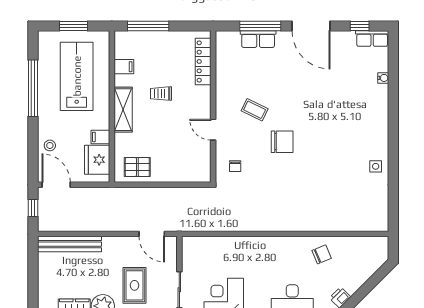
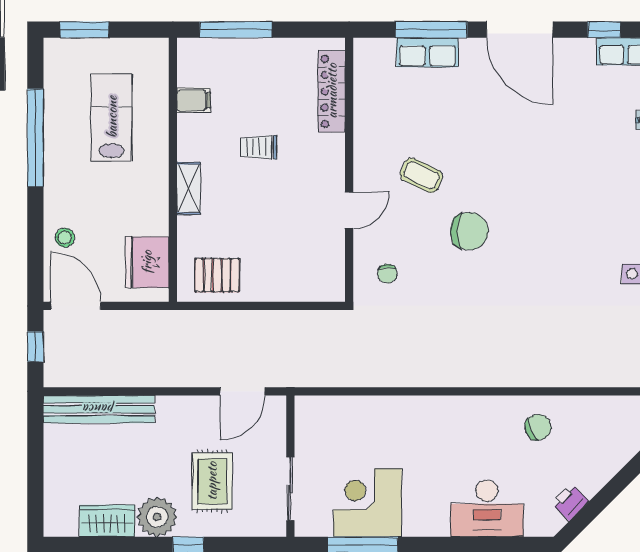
window: (73, 26) -> (85, 30), moved
lab bench: (77, 76) -> (112, 117), width x0.73, depth x0.72
shelving: (123, 110) -> (189, 188), width x0.67, depth x0.75
door: (213, 130) -> (349, 210), swing flipped
filing cabinet: (100, 137) -> (153, 223), removed
door: (152, 234) -> (242, 391), hinge flipped

